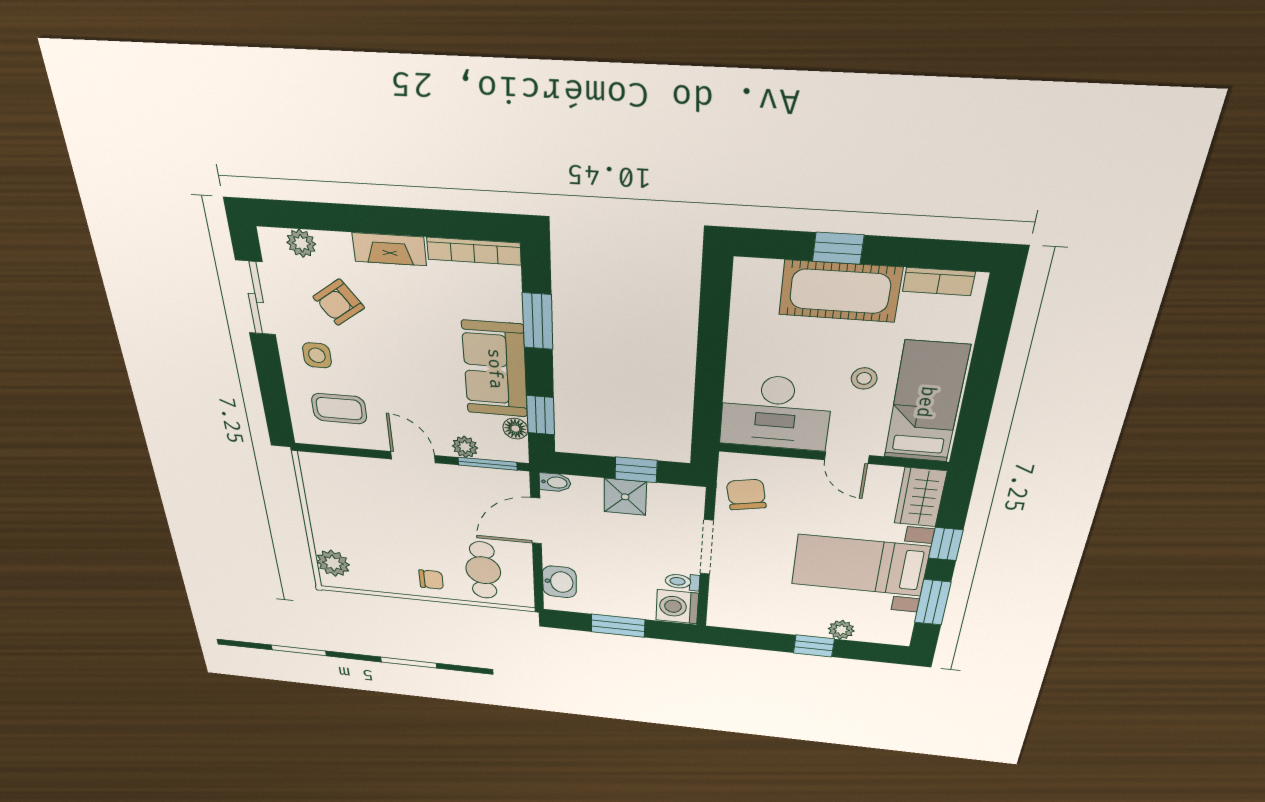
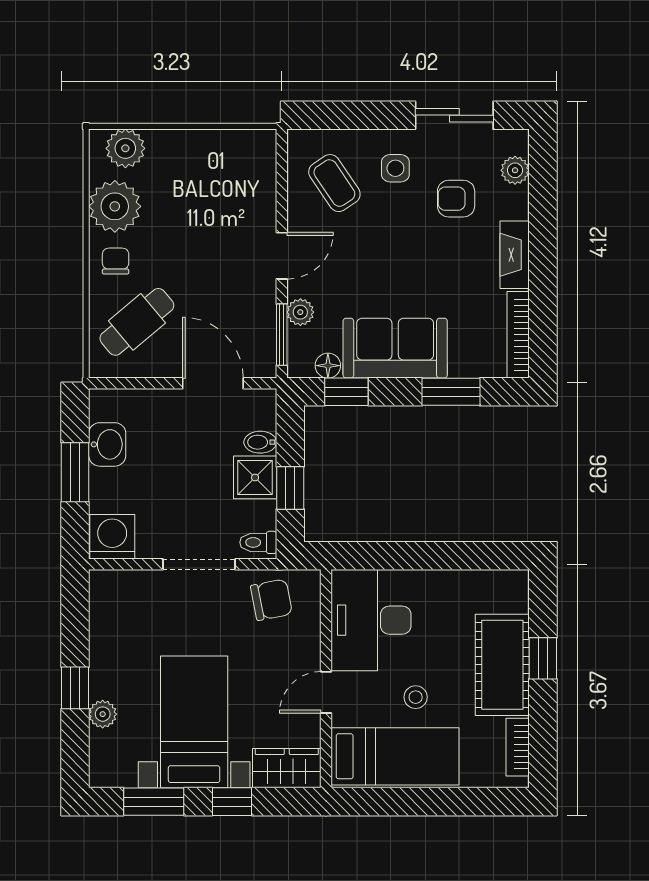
armchair: (339, 302) -> (456, 199), turned -54
coffee table: (339, 409) -> (334, 183), turned -34
bidet: (555, 482) -> (260, 442), moved, turned 90
cafe table: (483, 570) -> (137, 322), turned -40
plant: (384, 575) -> (115, 206), added
chair: (431, 580) -> (116, 261), turned 180
washbasin: (559, 582) -> (107, 444), moved, turned -90
toilet: (682, 582) -> (258, 542), moved, turned -90

